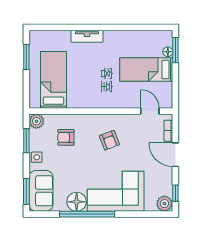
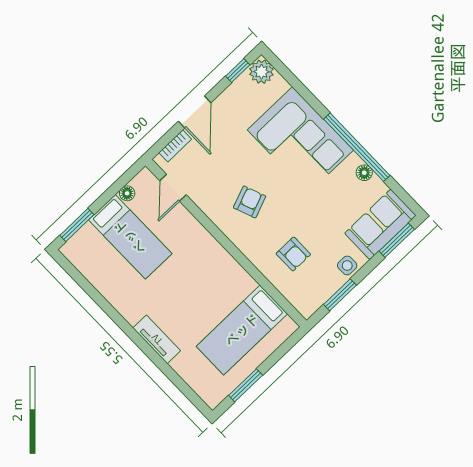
floor lamp: (168, 52) -> (127, 193), moved
plant: (36, 121) -> (307, 305), removed
floor lamp: (77, 202) -> (364, 173), width x0.53, depth x0.53

